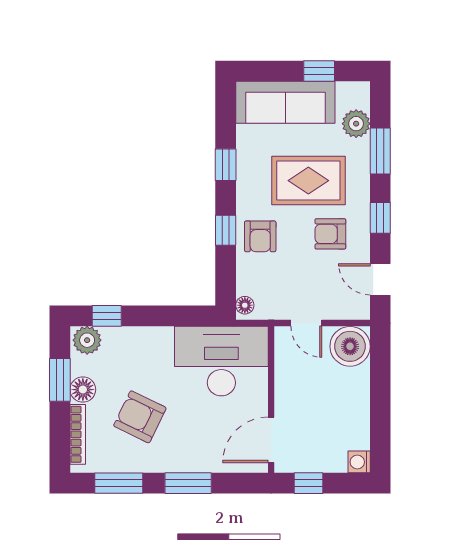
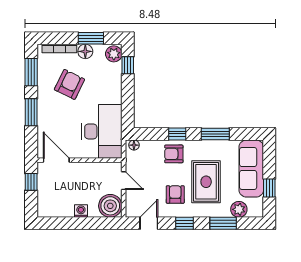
window: (226, 165) -> (215, 134), width x1.50
door: (306, 323) -> (124, 181), swing flipped
washing machine: (359, 462) -> (81, 211), moved

